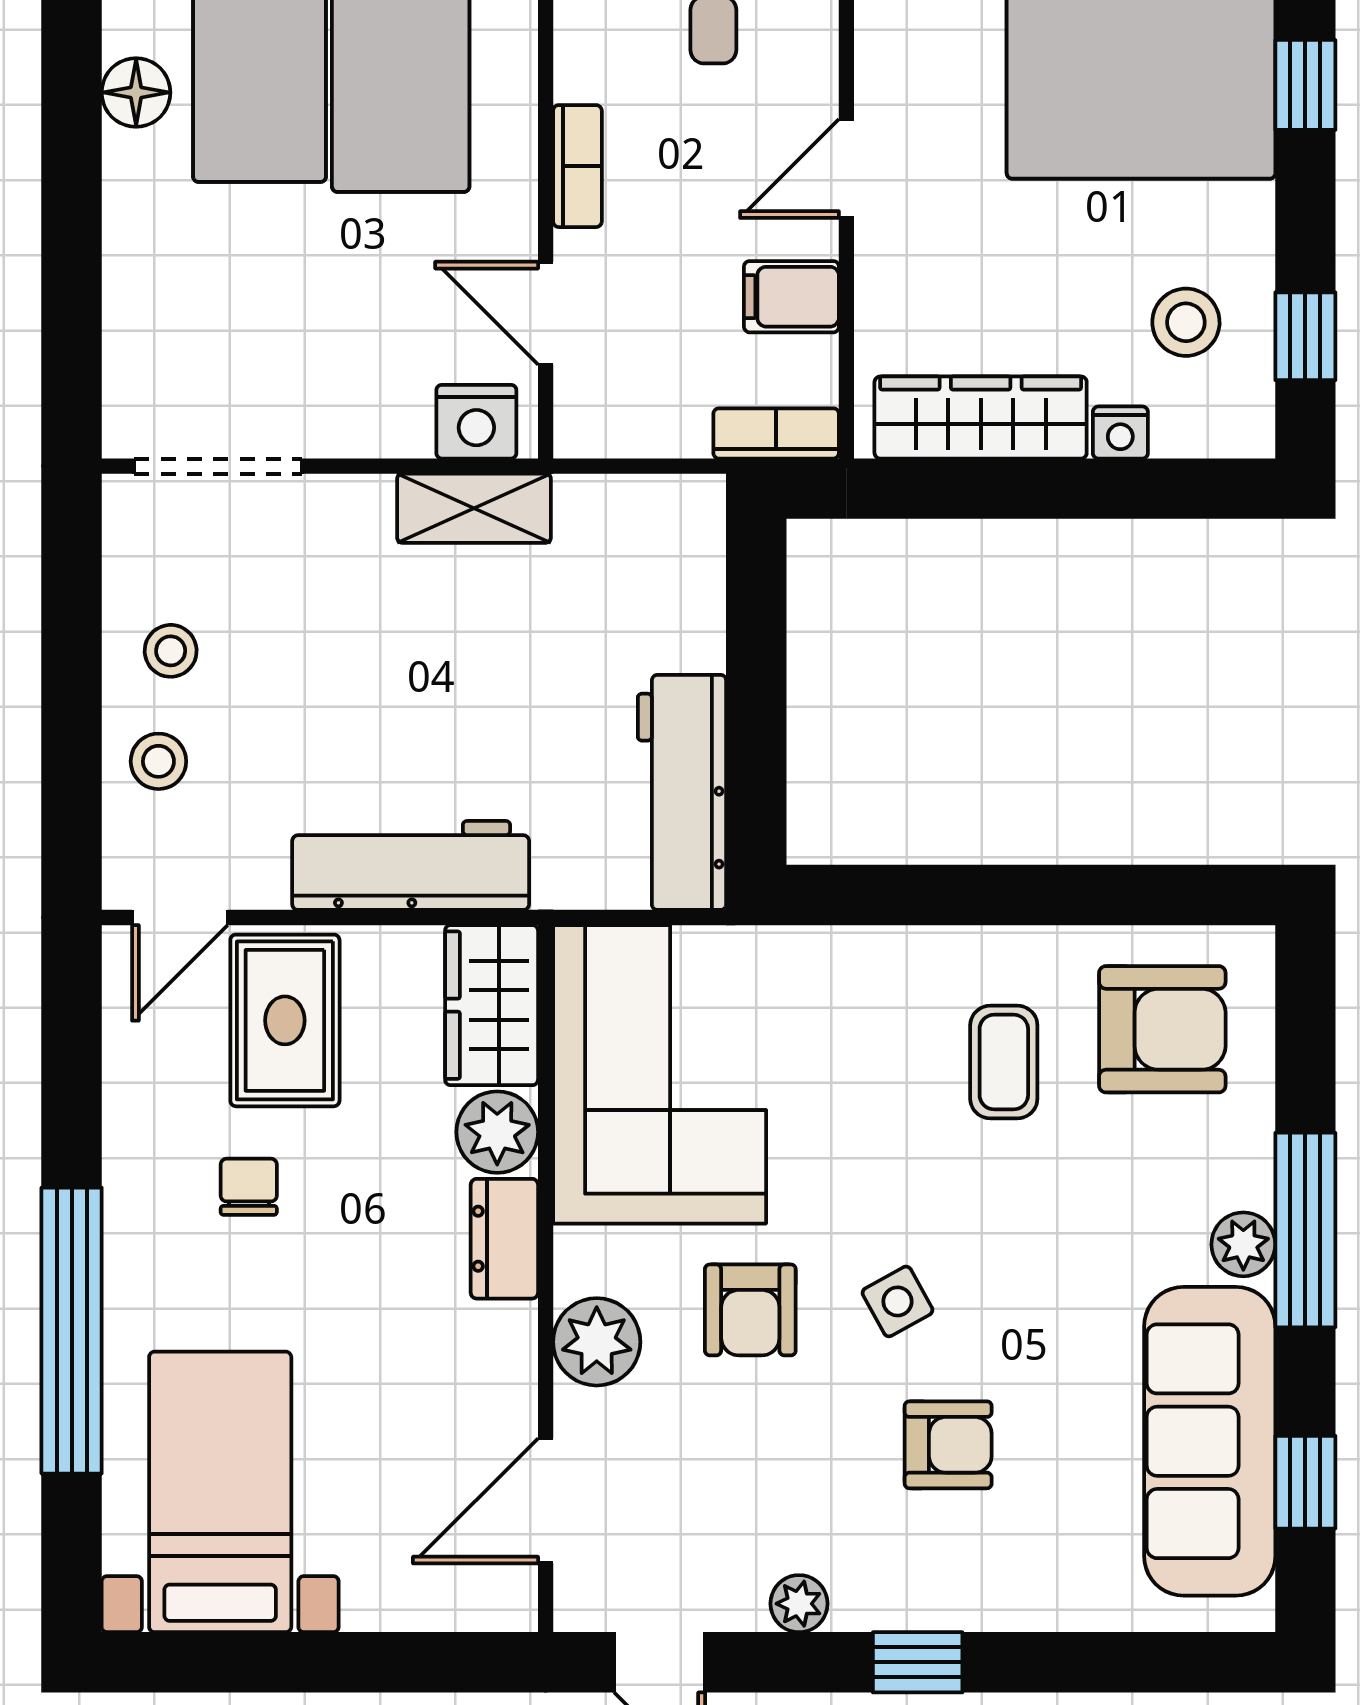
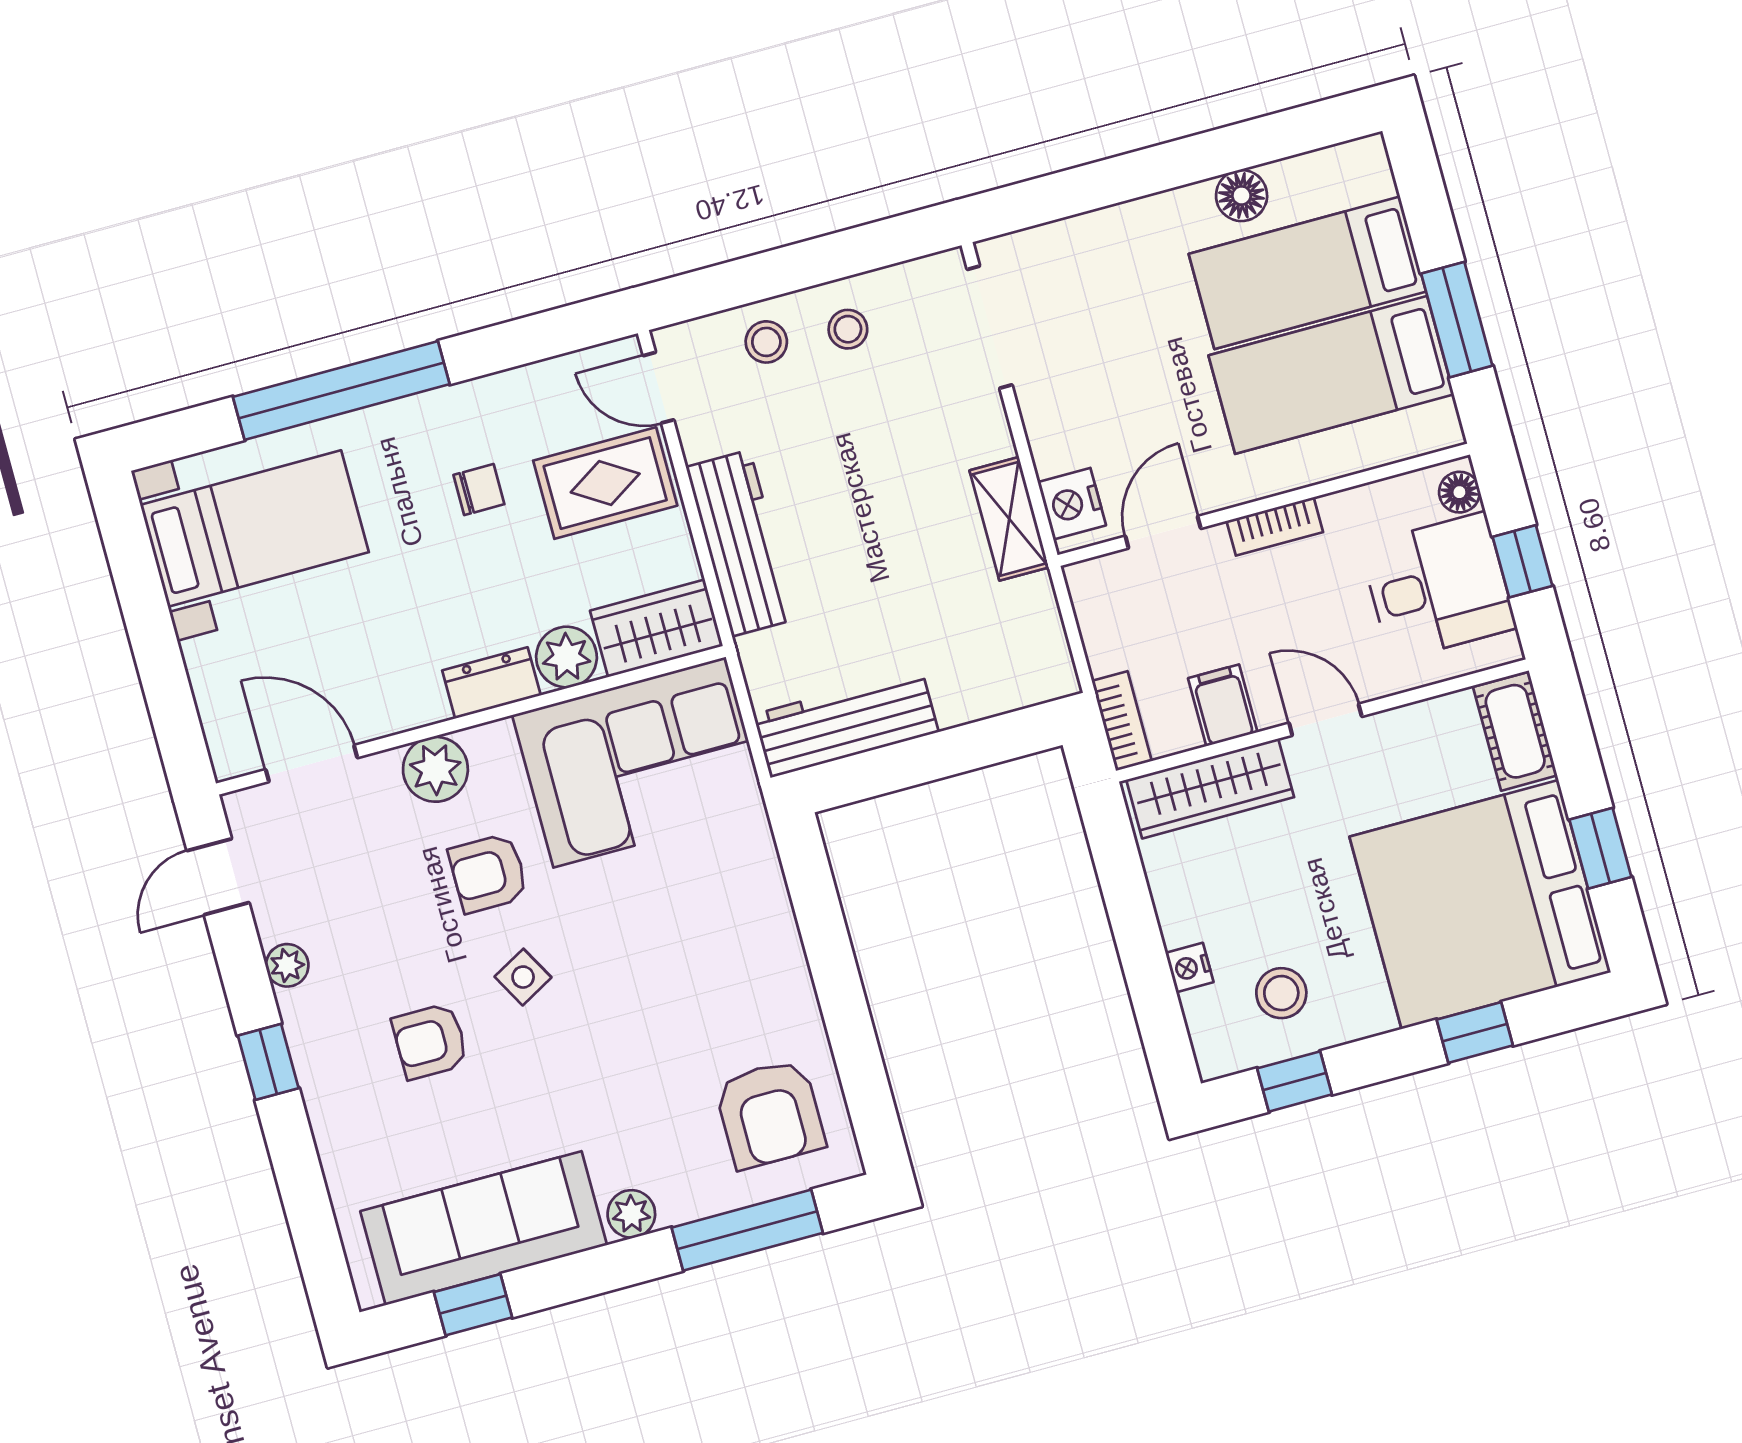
wardrobe: (981, 418) -> (1210, 788), moved, turned 90
coffee table: (1004, 1062) -> (715, 1007), removed
window: (1305, 1230) -> (747, 1230), moved
armchair: (948, 1445) -> (430, 1041), turned 90

